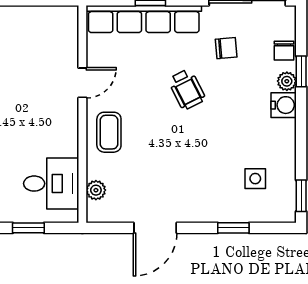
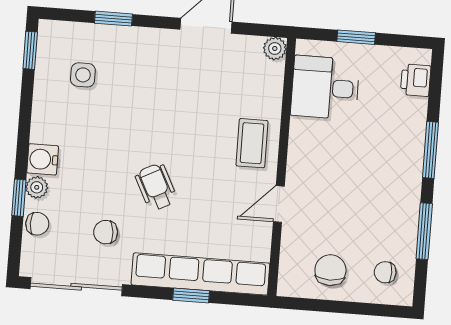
chair: (35, 31) -> (330, 270), added
chair: (284, 51) -> (37, 224), turned 90
plant: (96, 190) -> (275, 48), moved

